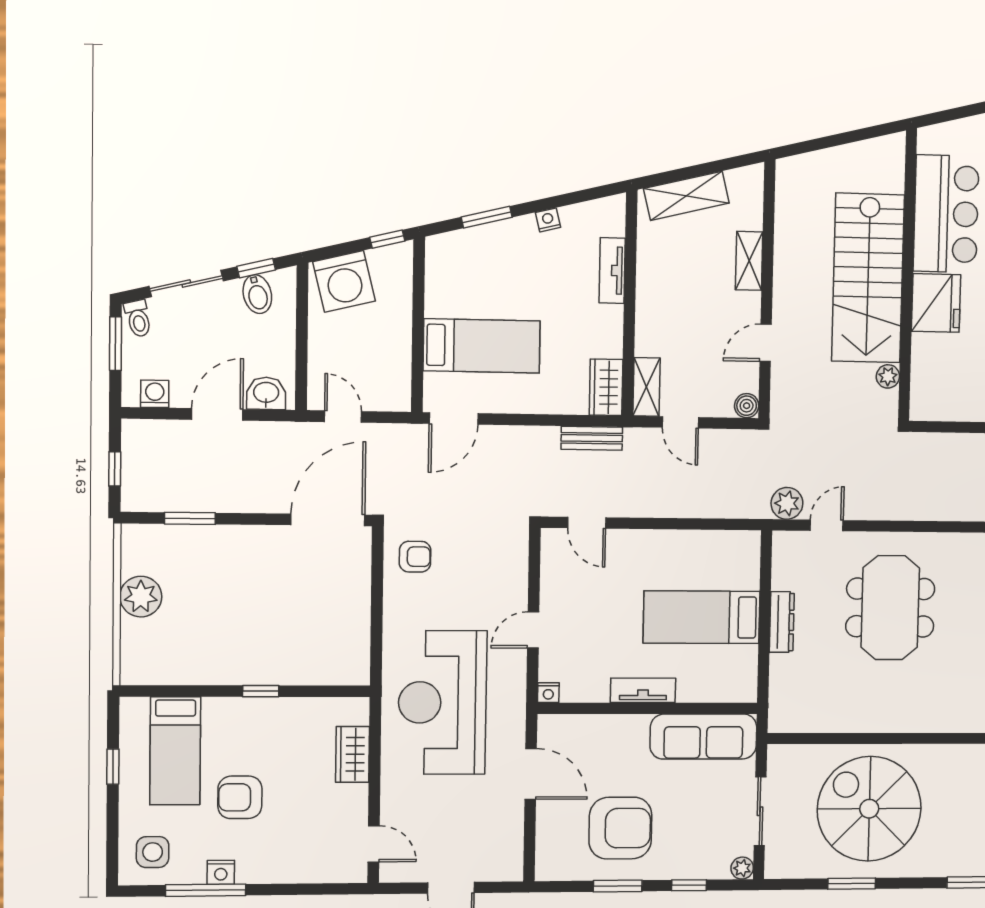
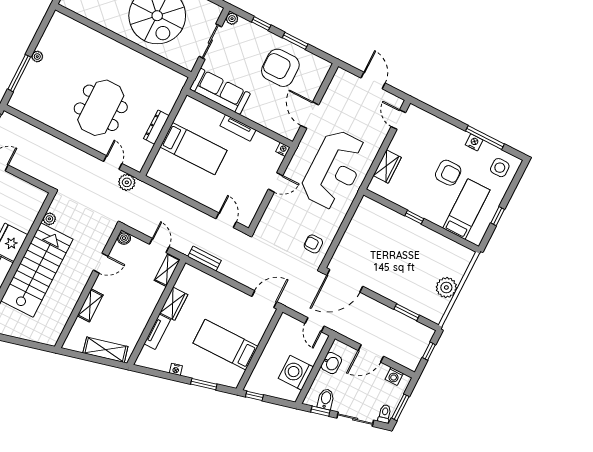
washing machine: (344, 281) -> (296, 373), moved, turned -76
bed: (482, 346) -> (225, 345), moved
wardrobe: (606, 387) -> (174, 304), moved
washbasin: (266, 393) -> (331, 363), moved, turned -90
door: (827, 525) -> (113, 162), swing flipped

